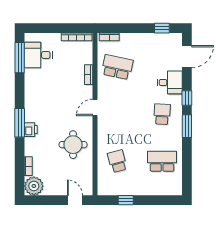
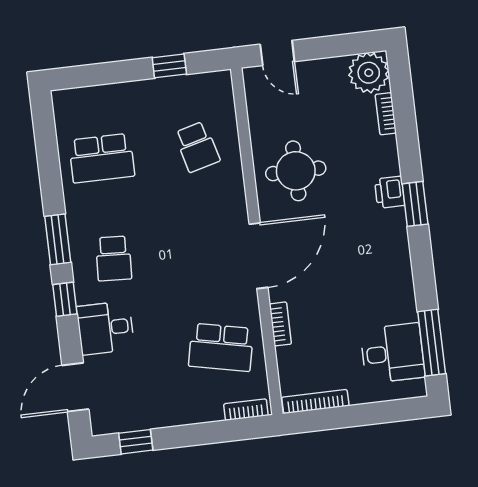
door: (95, 107) -> (259, 256), width x1.88
window: (20, 123) -> (415, 204), width x0.69

